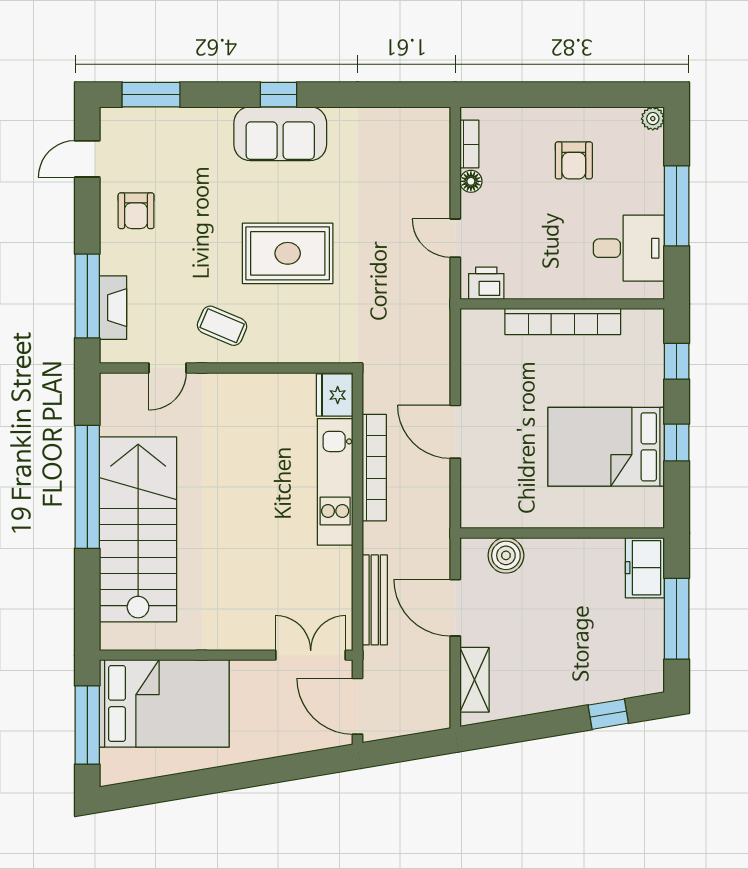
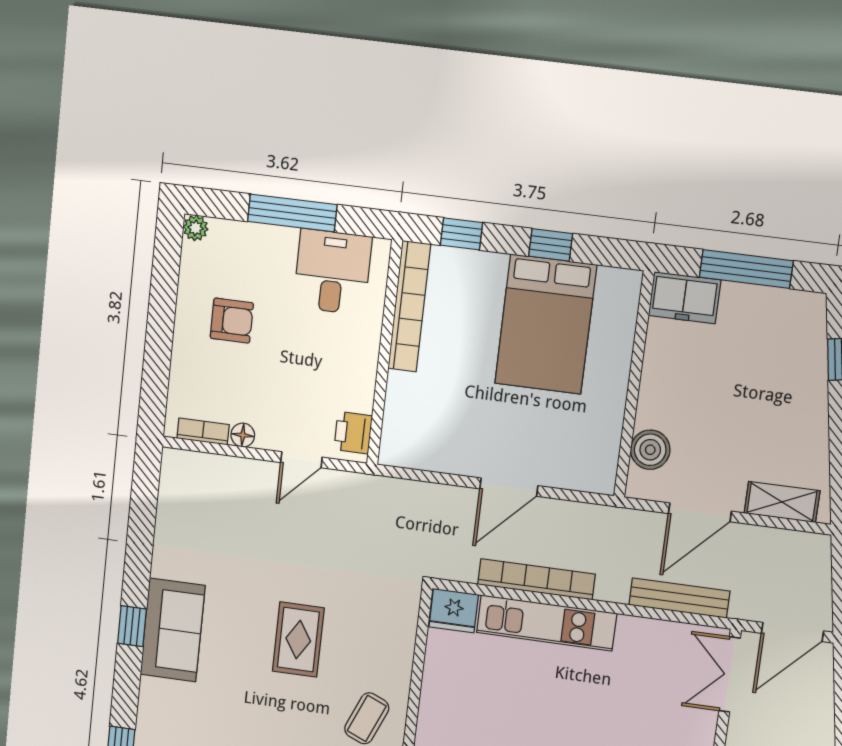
rug: (288, 253) -> (298, 640), width x0.73, depth x0.70
bookcase: (563, 322) -> (409, 306), moved

